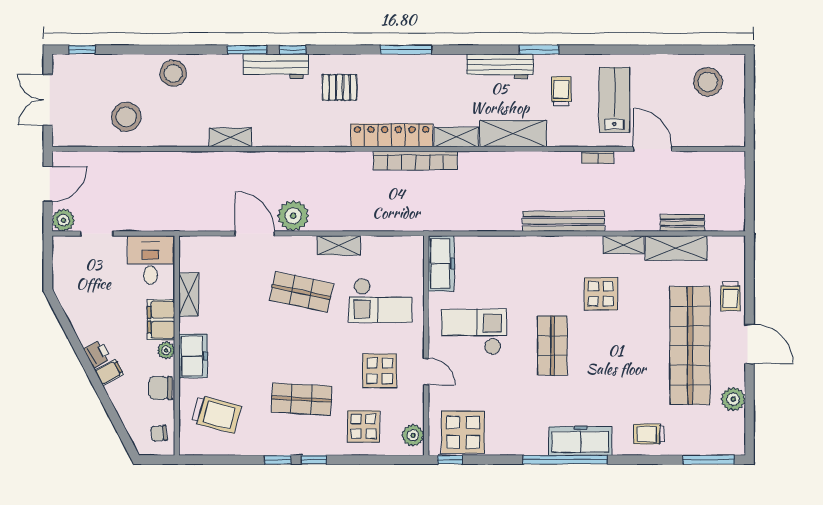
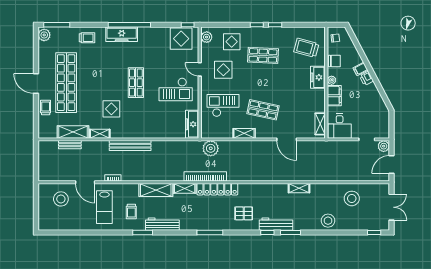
stool: (708, 82) -> (61, 199), moved
plant: (293, 216) -> (211, 148), moved
shelving: (189, 294) -> (320, 124), moved
plant: (733, 399) -> (44, 35), moved

